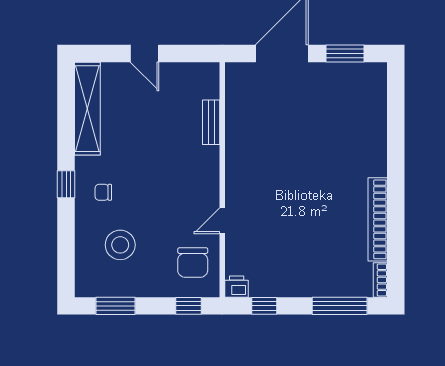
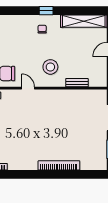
bookcase: (378, 219) -> (59, 165), moved
stool: (120, 245) -> (50, 67), moved

